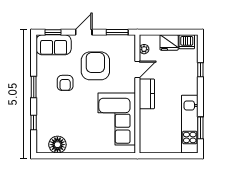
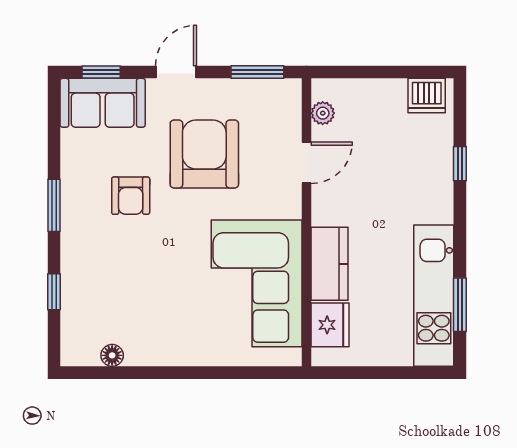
fridge: (169, 42) -> (330, 325), moved, turned -90
kitchen counter: (147, 94) -> (330, 264), moved
floor lamp: (57, 145) -> (112, 355), width x0.53, depth x0.53

